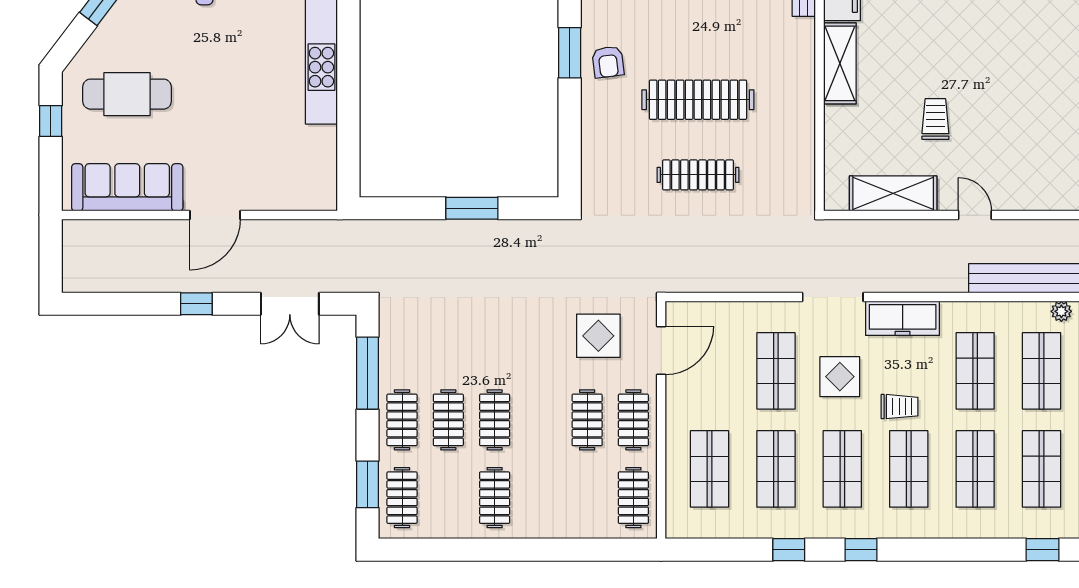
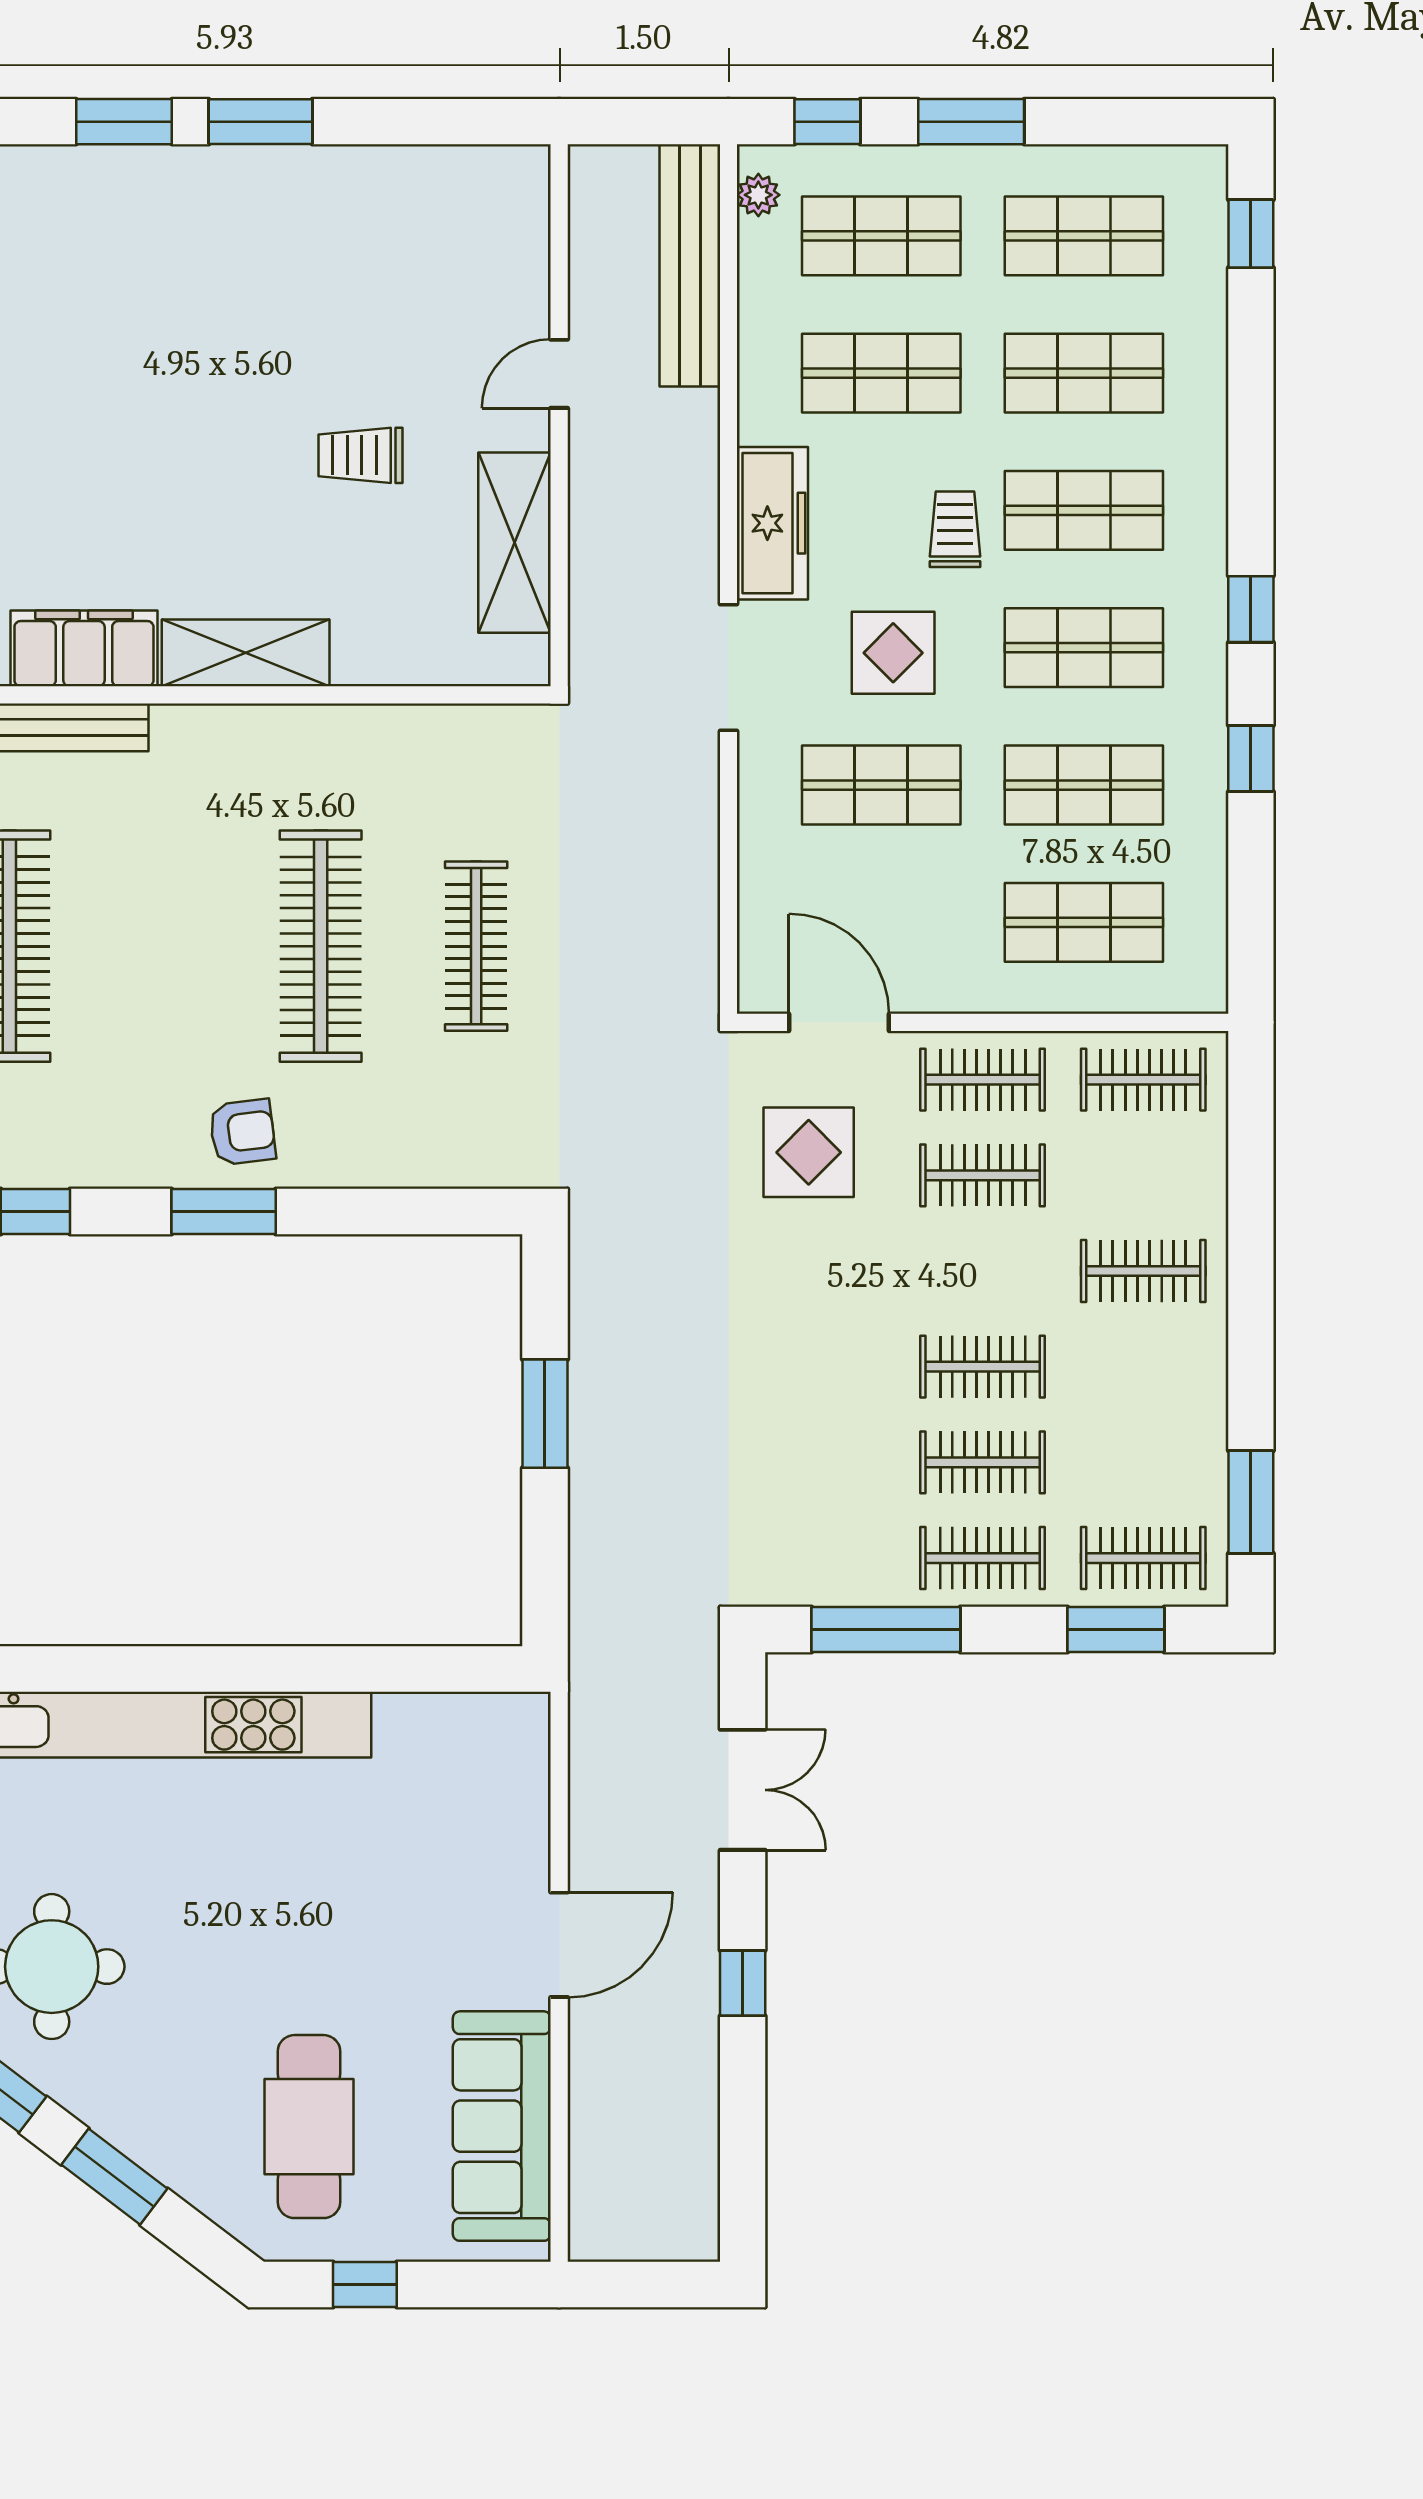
door: (215, 215) -> (559, 1945), hinge flipped
clothes rail: (495, 498) -> (1143, 1271), moved
window: (429, 550) -> (1251, 1502), added

